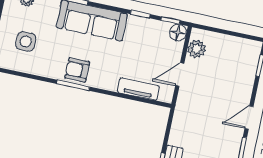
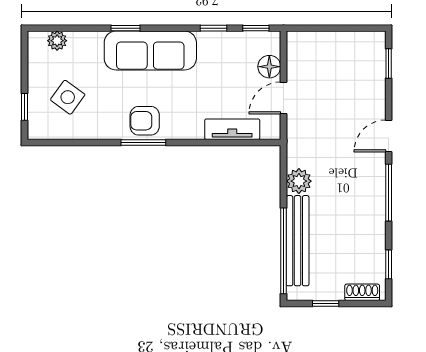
floor lamp: (178, 33) -> (269, 67), moved
side table: (26, 42) -> (68, 97), turned 36
plant: (197, 49) -> (299, 181), moved

